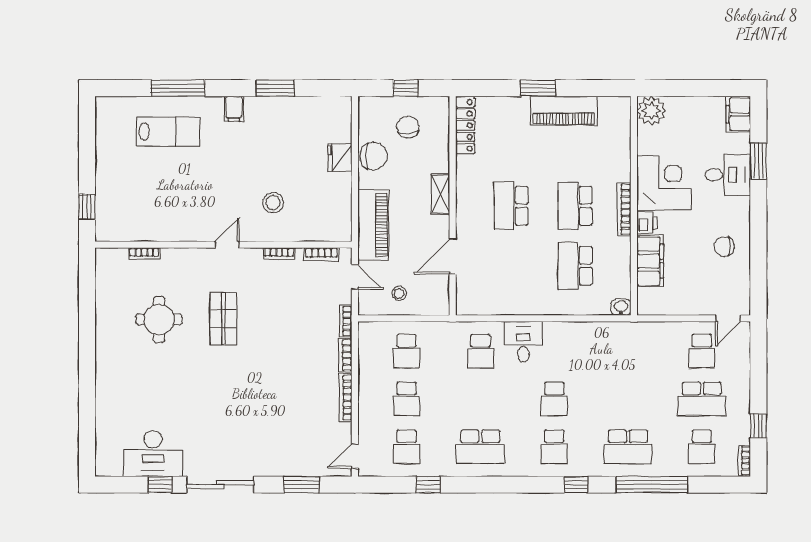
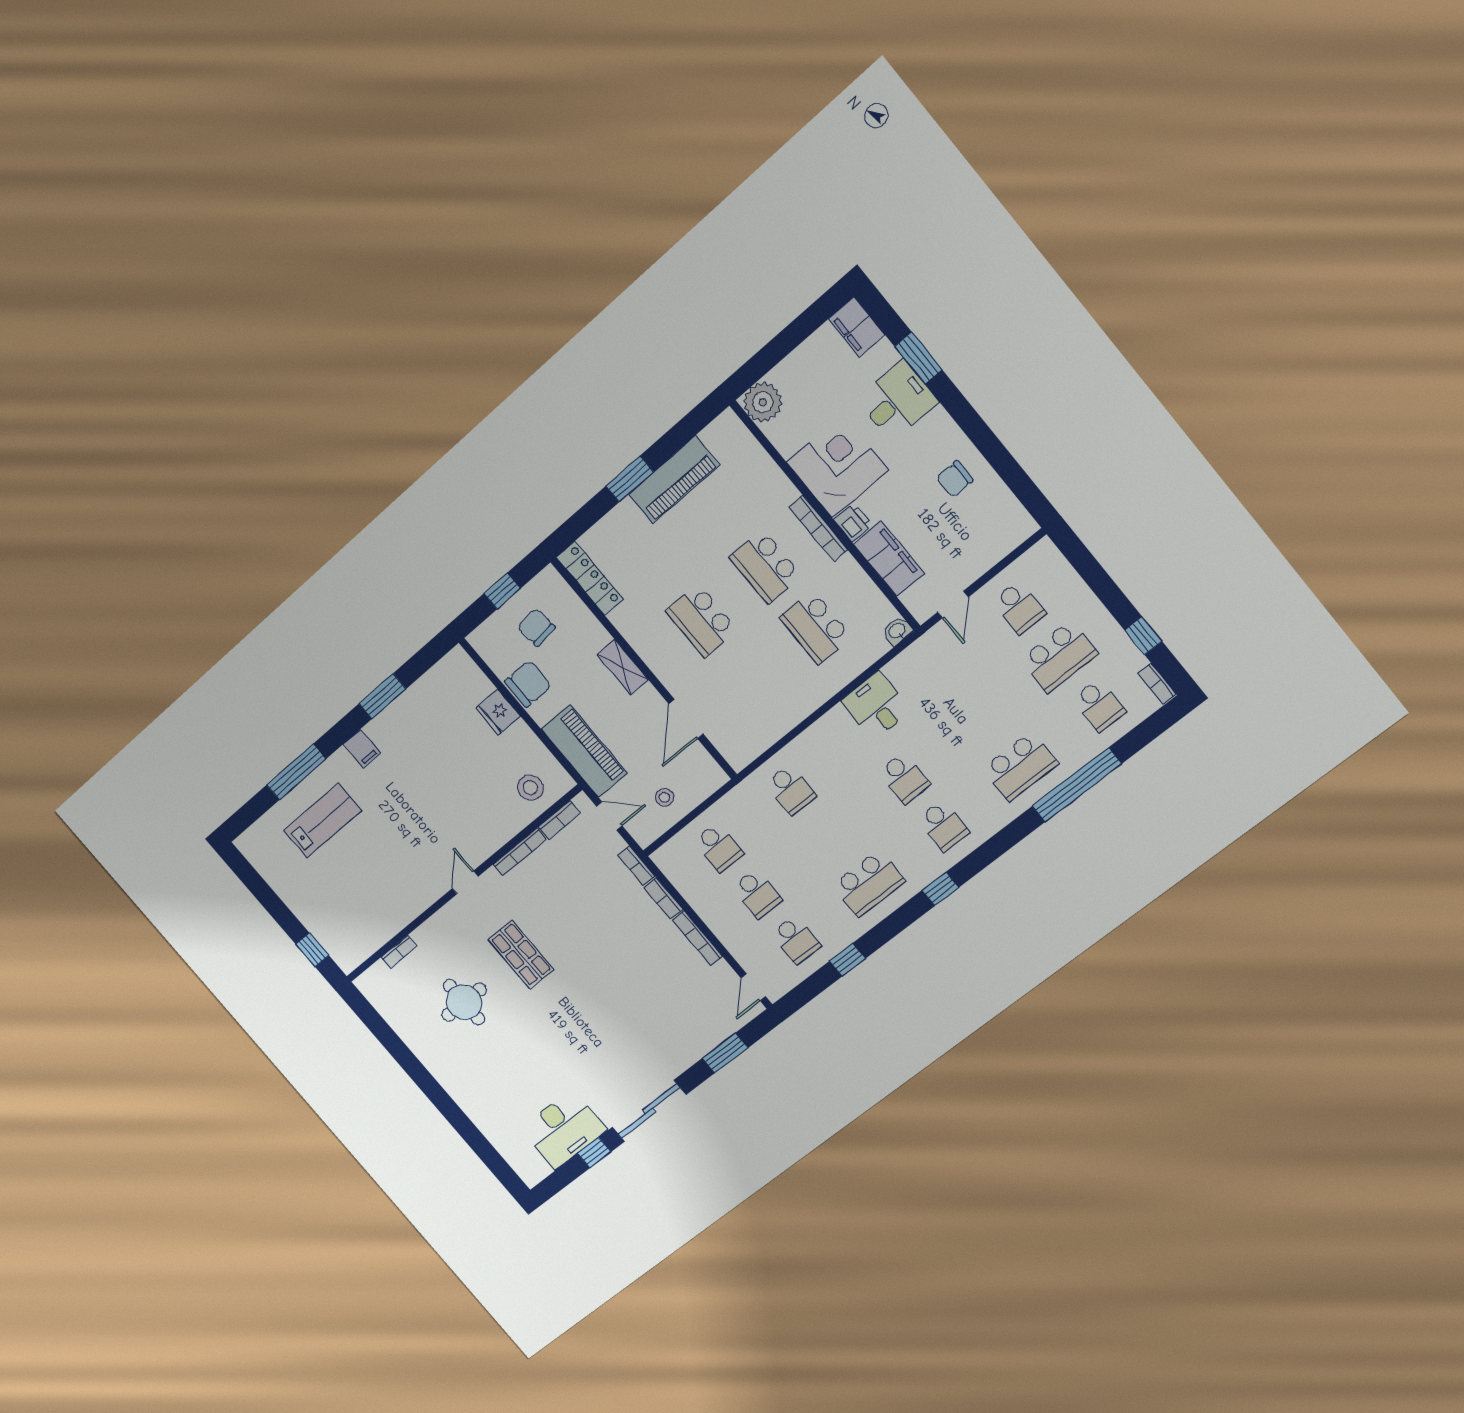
stool: (273, 203) -> (530, 788), moved
bookcase: (279, 254) -> (520, 852), width x1.56
door: (728, 318) -> (953, 605), moved
desk: (523, 342) -> (876, 706), moved
window: (576, 485) -> (940, 889), moved

